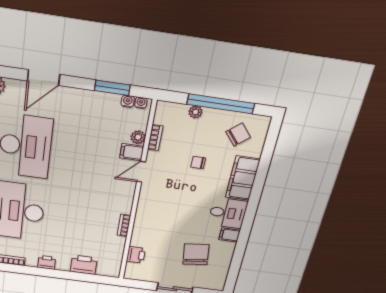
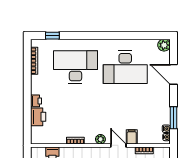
plant: (138, 137) -> (100, 139), moved
printer: (47, 262) -> (36, 101), moved

